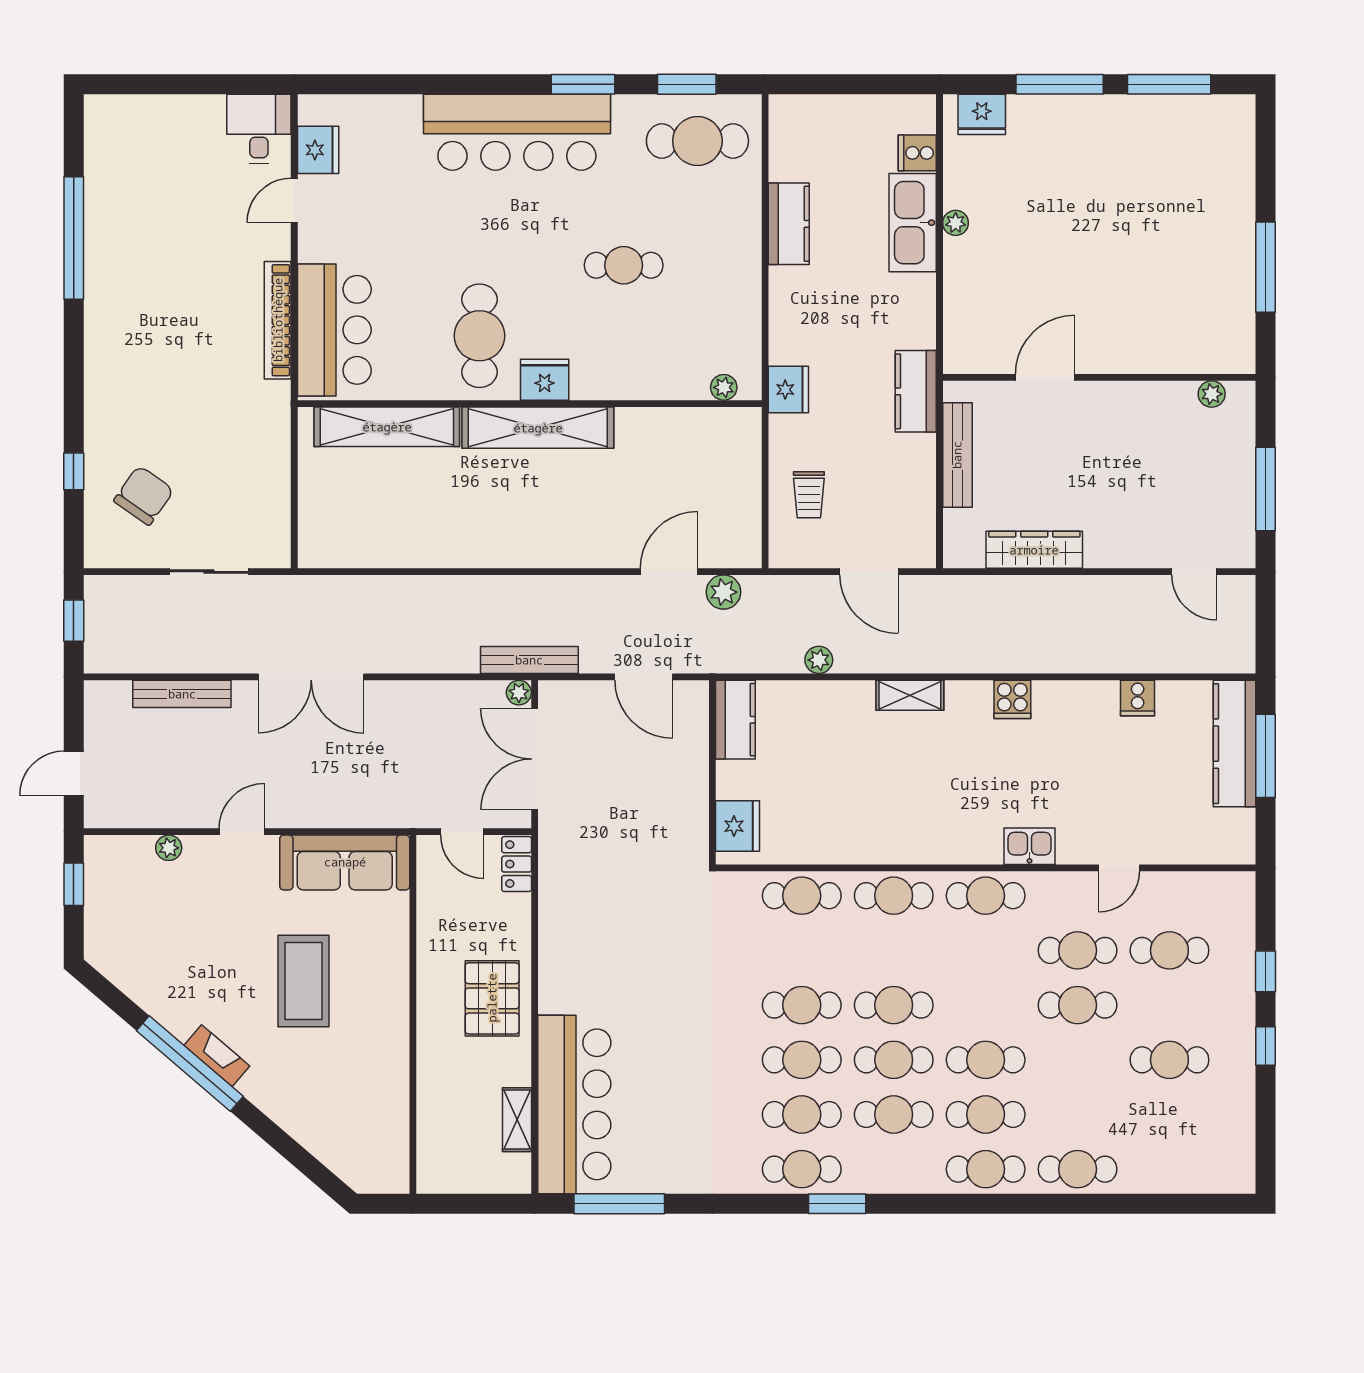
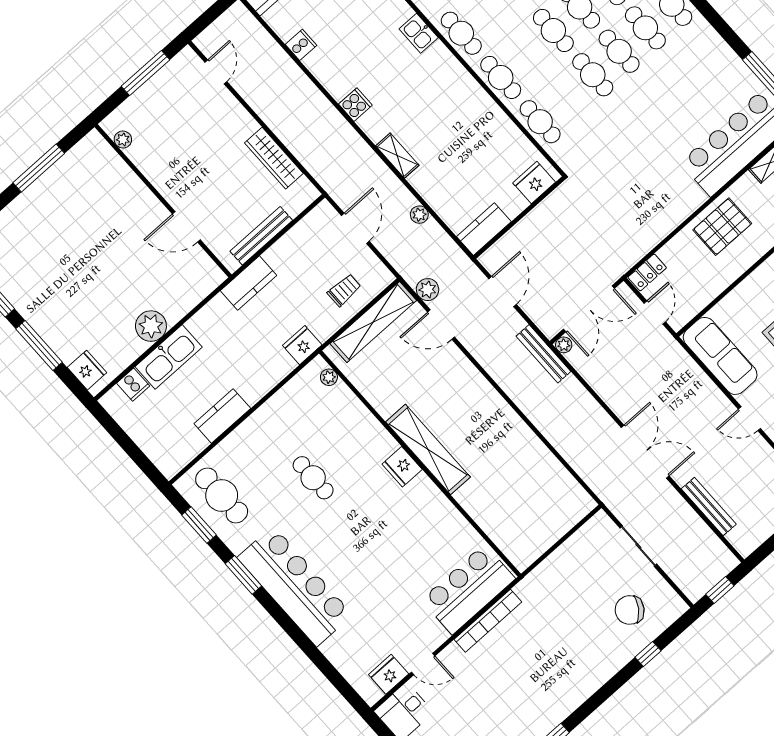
plant: (956, 223) -> (151, 326), width x1.88, depth x1.88
cafe table: (479, 336) -> (409, 517), removed
shelving: (387, 427) -> (373, 322), moved, turned 90

